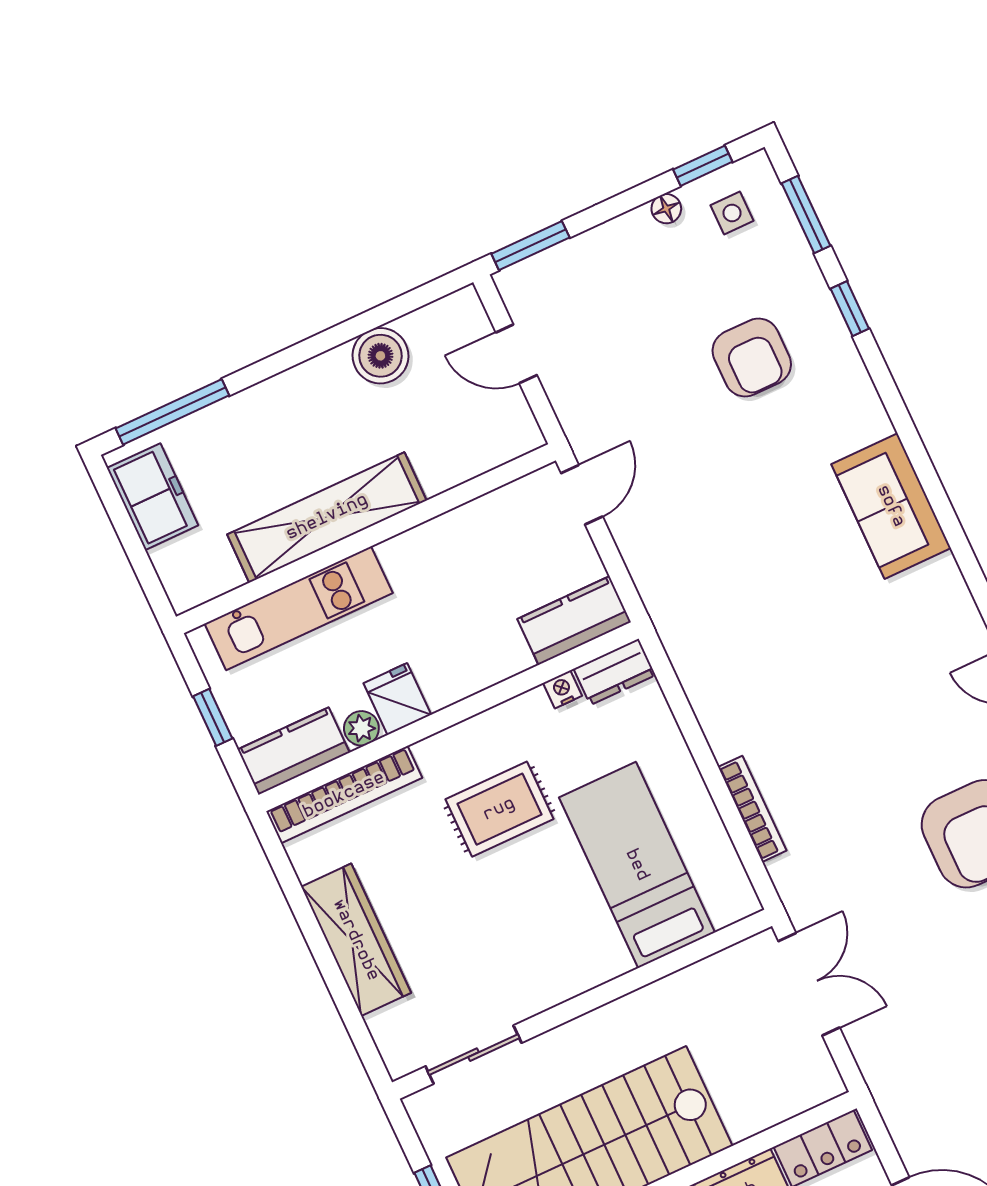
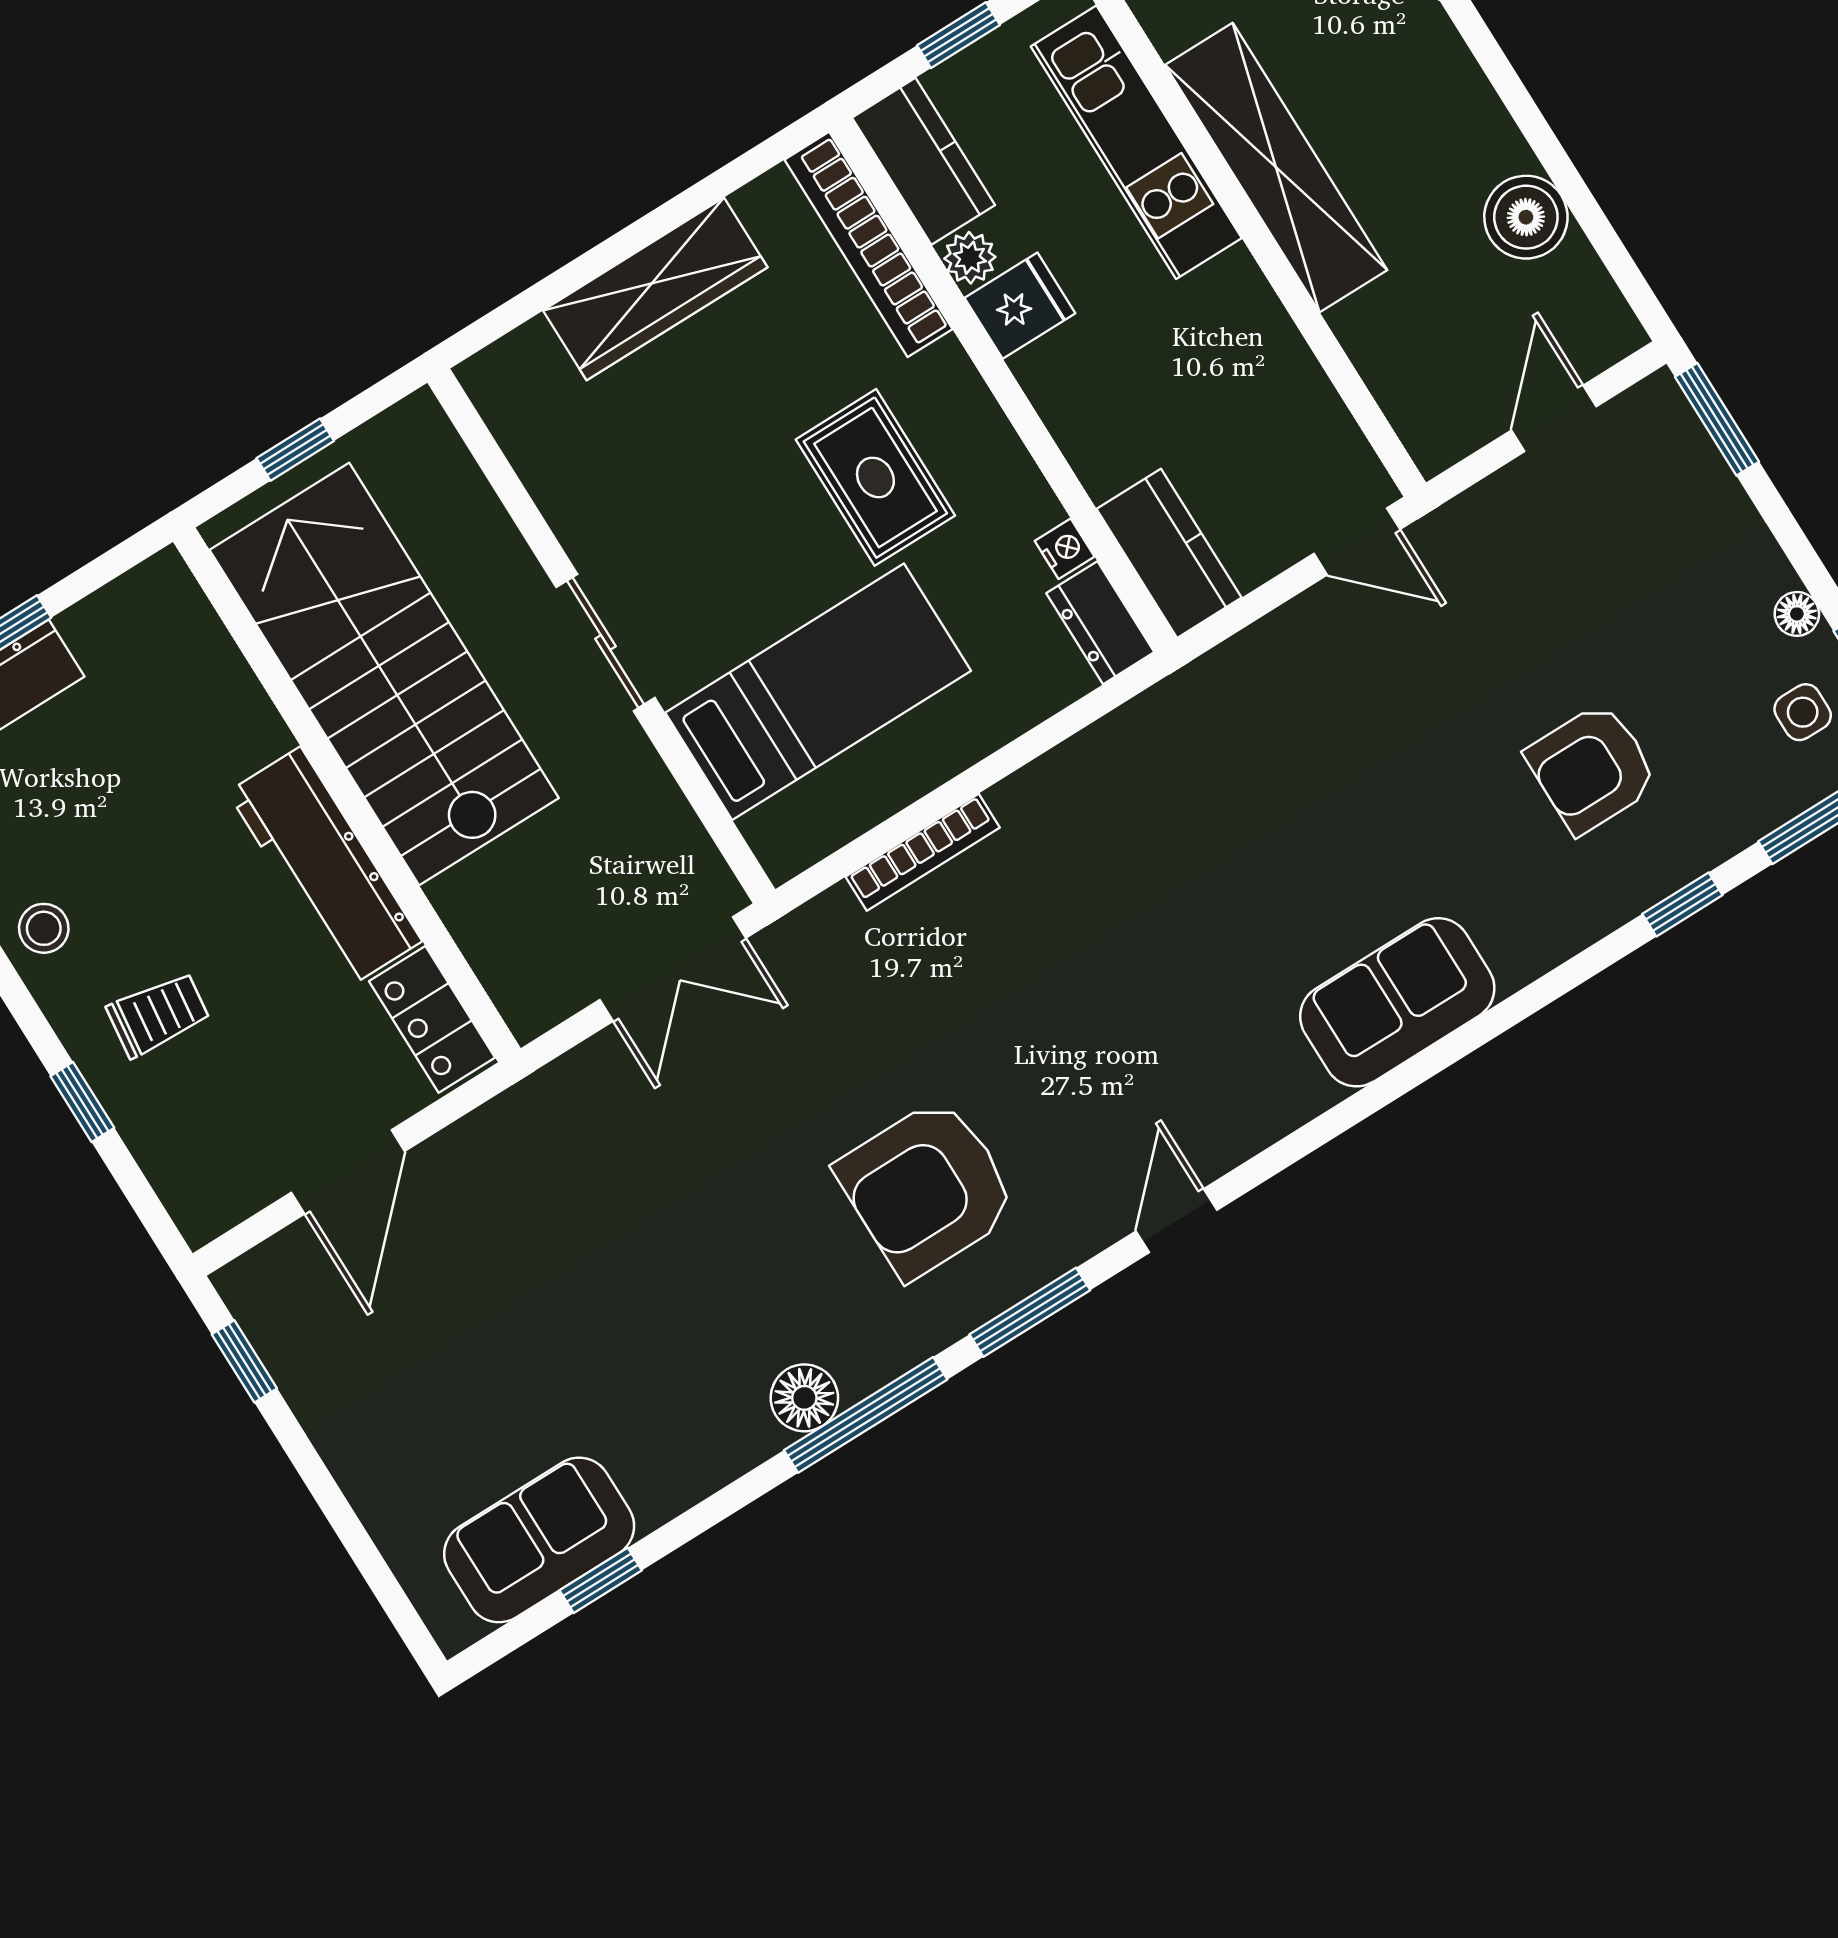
sliding door: (473, 1055) -> (606, 643), moved

